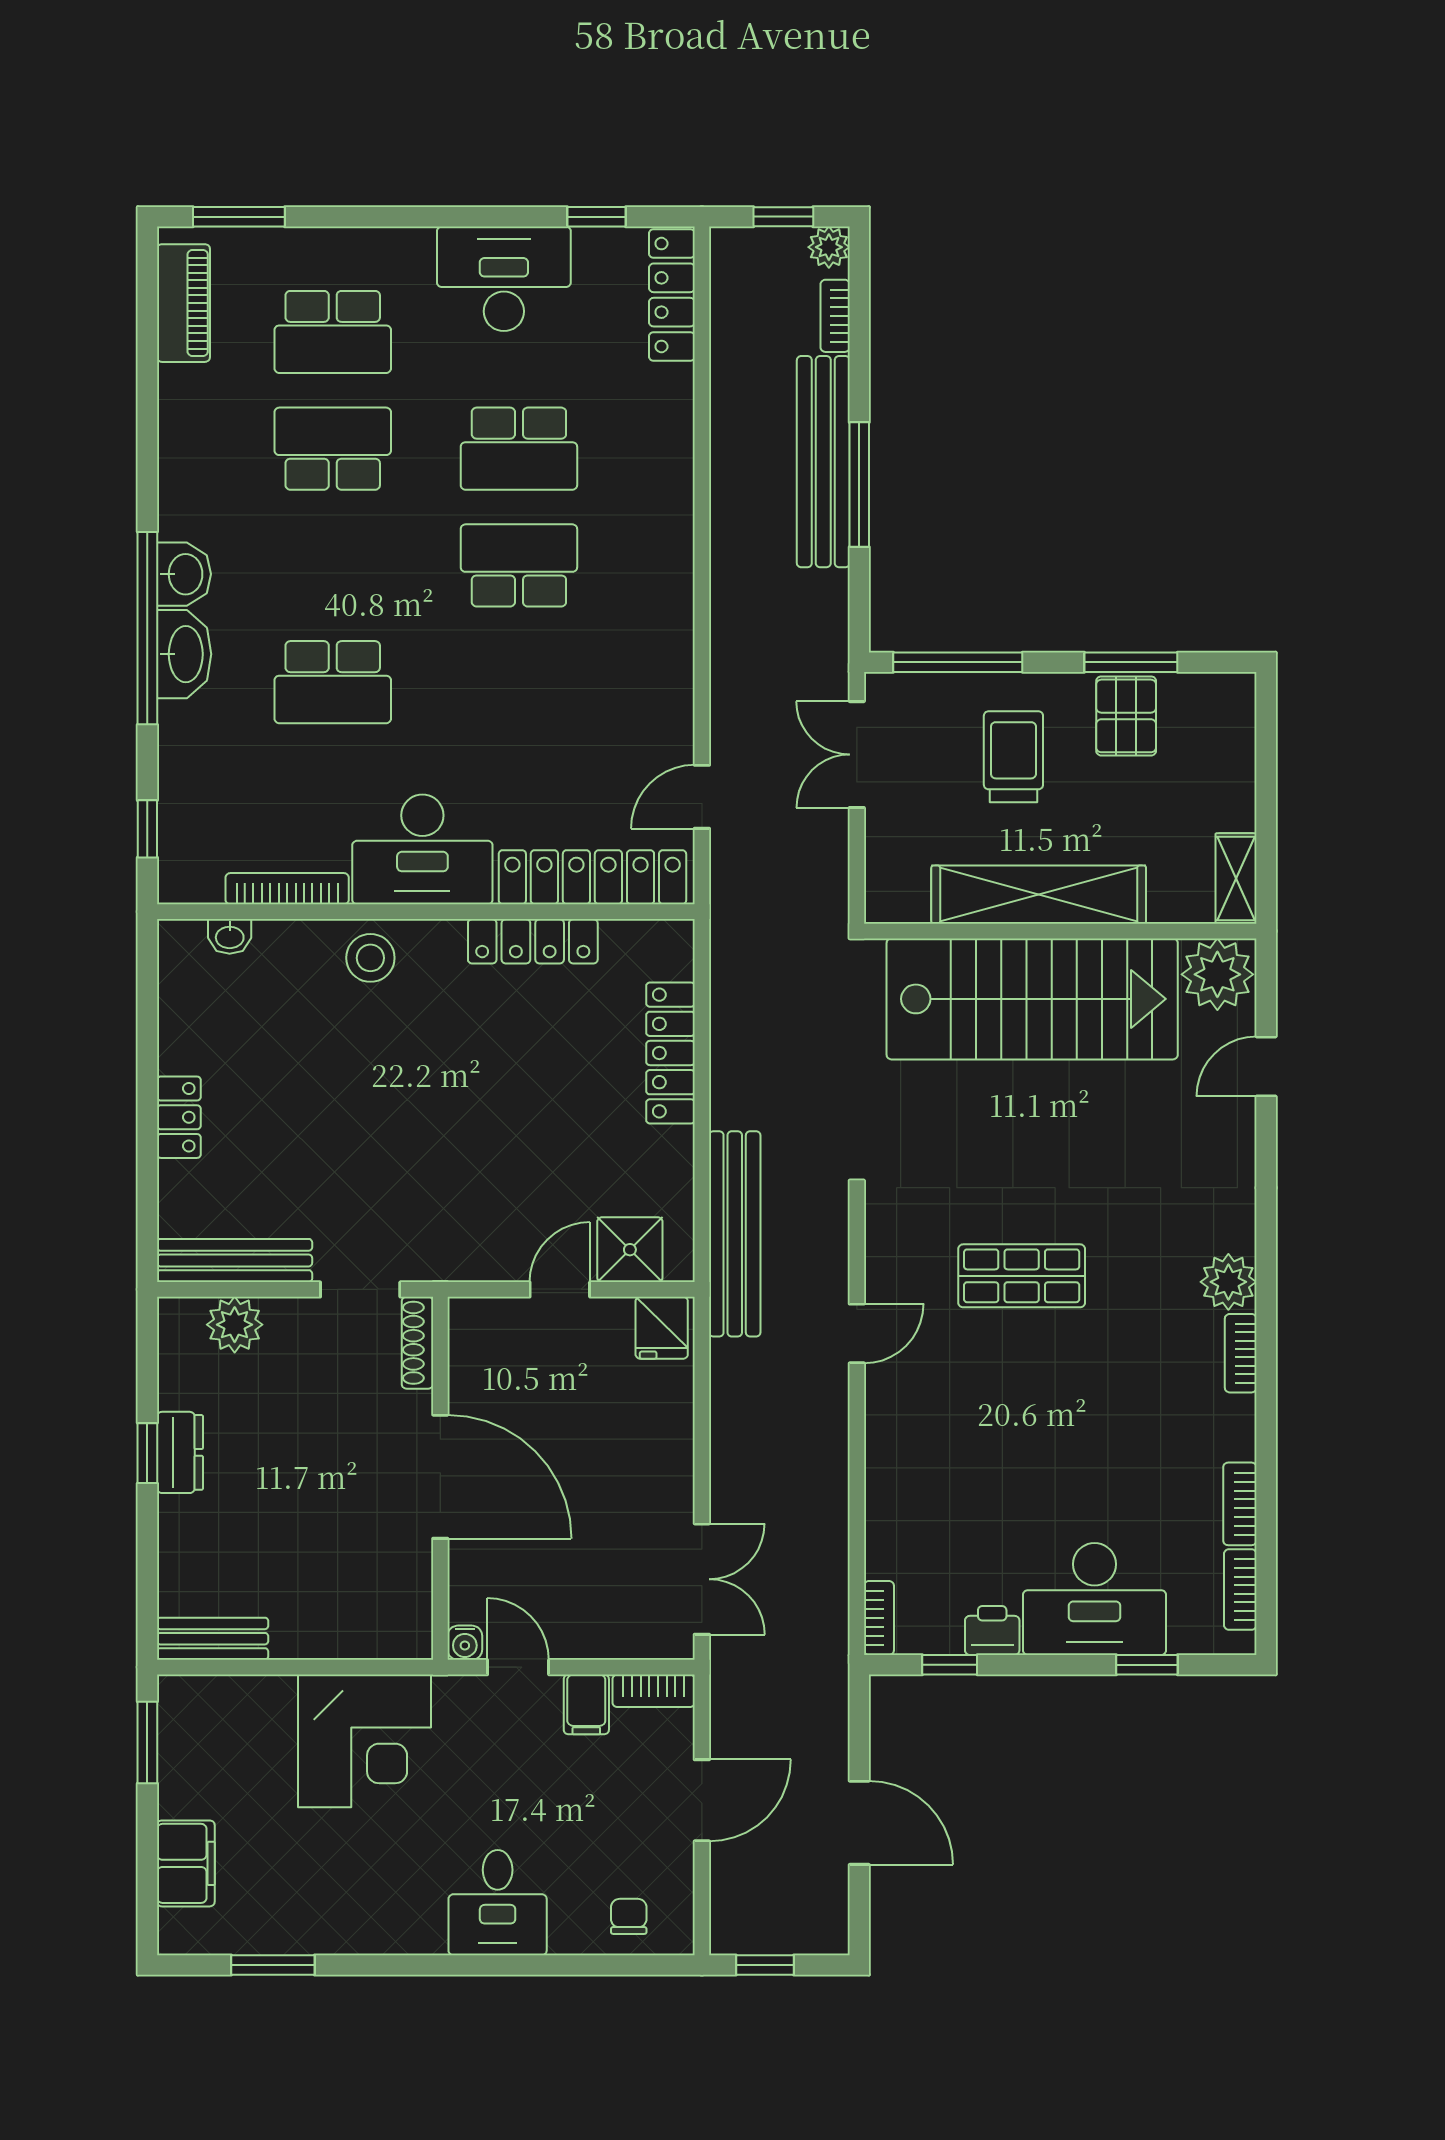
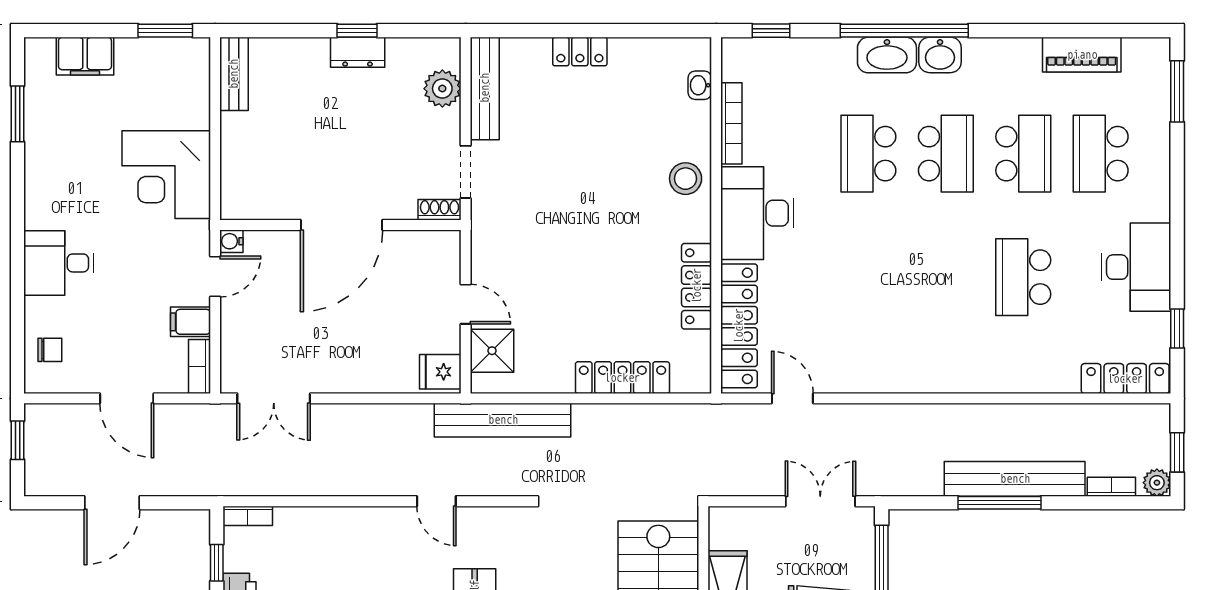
piano: (183, 303) -> (1082, 55), moved
school desk: (519, 565) -> (946, 154), moved
shoe rack: (417, 1343) -> (439, 210), width x0.70

